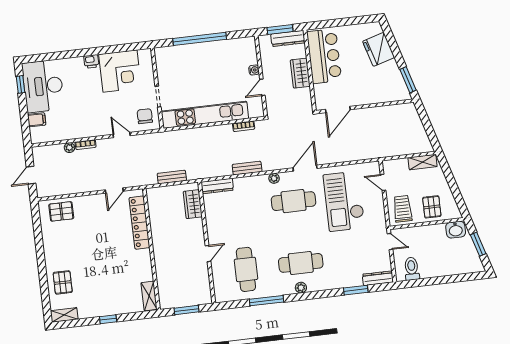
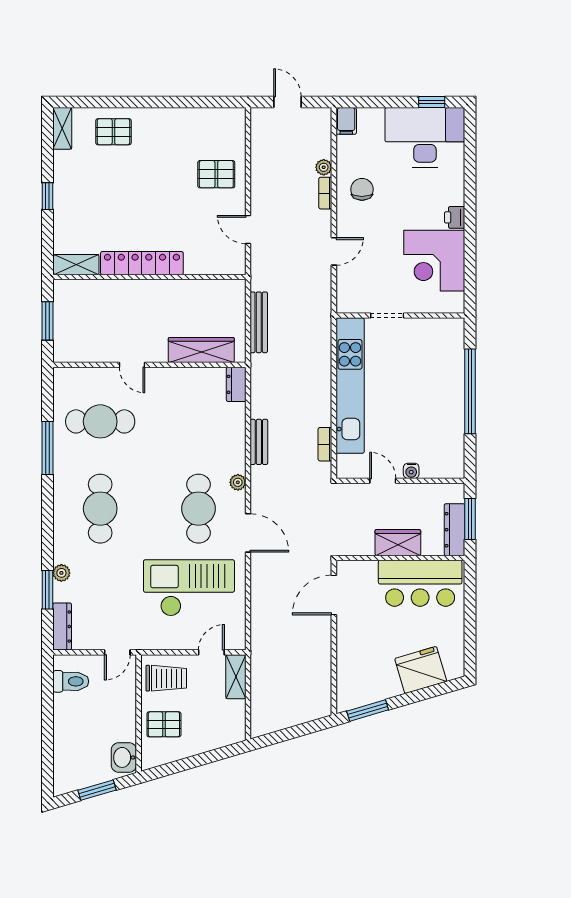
door: (338, 110) -> (334, 595), hinge flipped
chair: (145, 116) -> (362, 189), moved, turned -90
filing cabinet: (37, 120) -> (346, 121), moved
shelving: (423, 162) -> (236, 677), moved
bench: (172, 177) -> (259, 322), width x1.36
dresser: (217, 186) -> (236, 384), width x0.70
wardrobe: (193, 204) -> (201, 350), width x1.50
pallet: (61, 211) -> (216, 174), moved, turned 90
locker: (139, 223) -> (142, 263), moved
plant: (301, 288) -> (61, 573), moved

